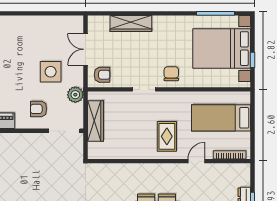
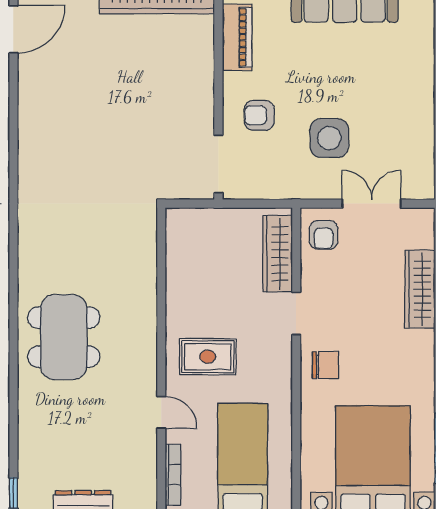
plant: (75, 95) -> (286, 185), removed
armchair: (39, 109) -> (259, 115), turned -90
wardrobe: (95, 121) -> (277, 254), moved, turned 90

